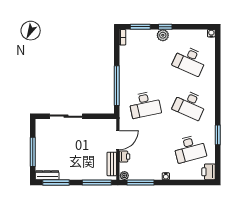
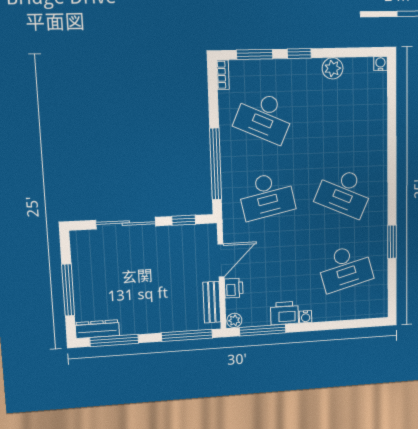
plant: (163, 35) -> (333, 68), moved
desk: (190, 61) -> (264, 117), moved
window: (98, 116) -> (184, 220), added
printer: (209, 172) -> (284, 313), moved, turned 90

